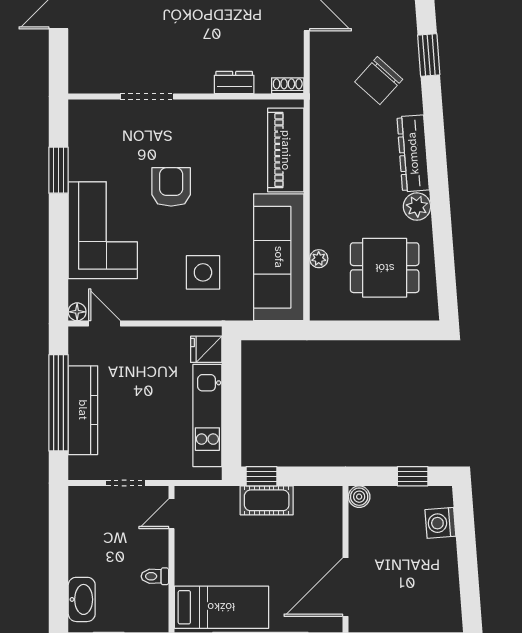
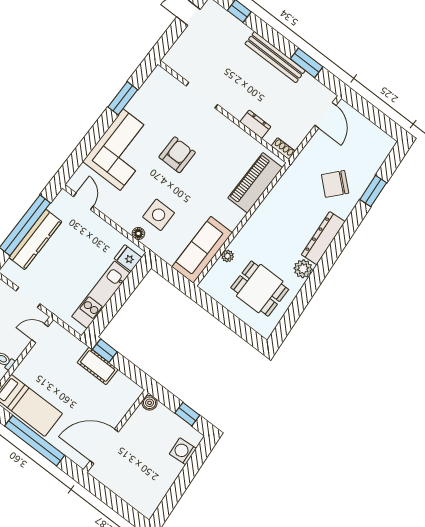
sofa: (279, 257) -> (202, 250), width x0.74, depth x0.79
floor lamp: (77, 312) -> (138, 233), moved

